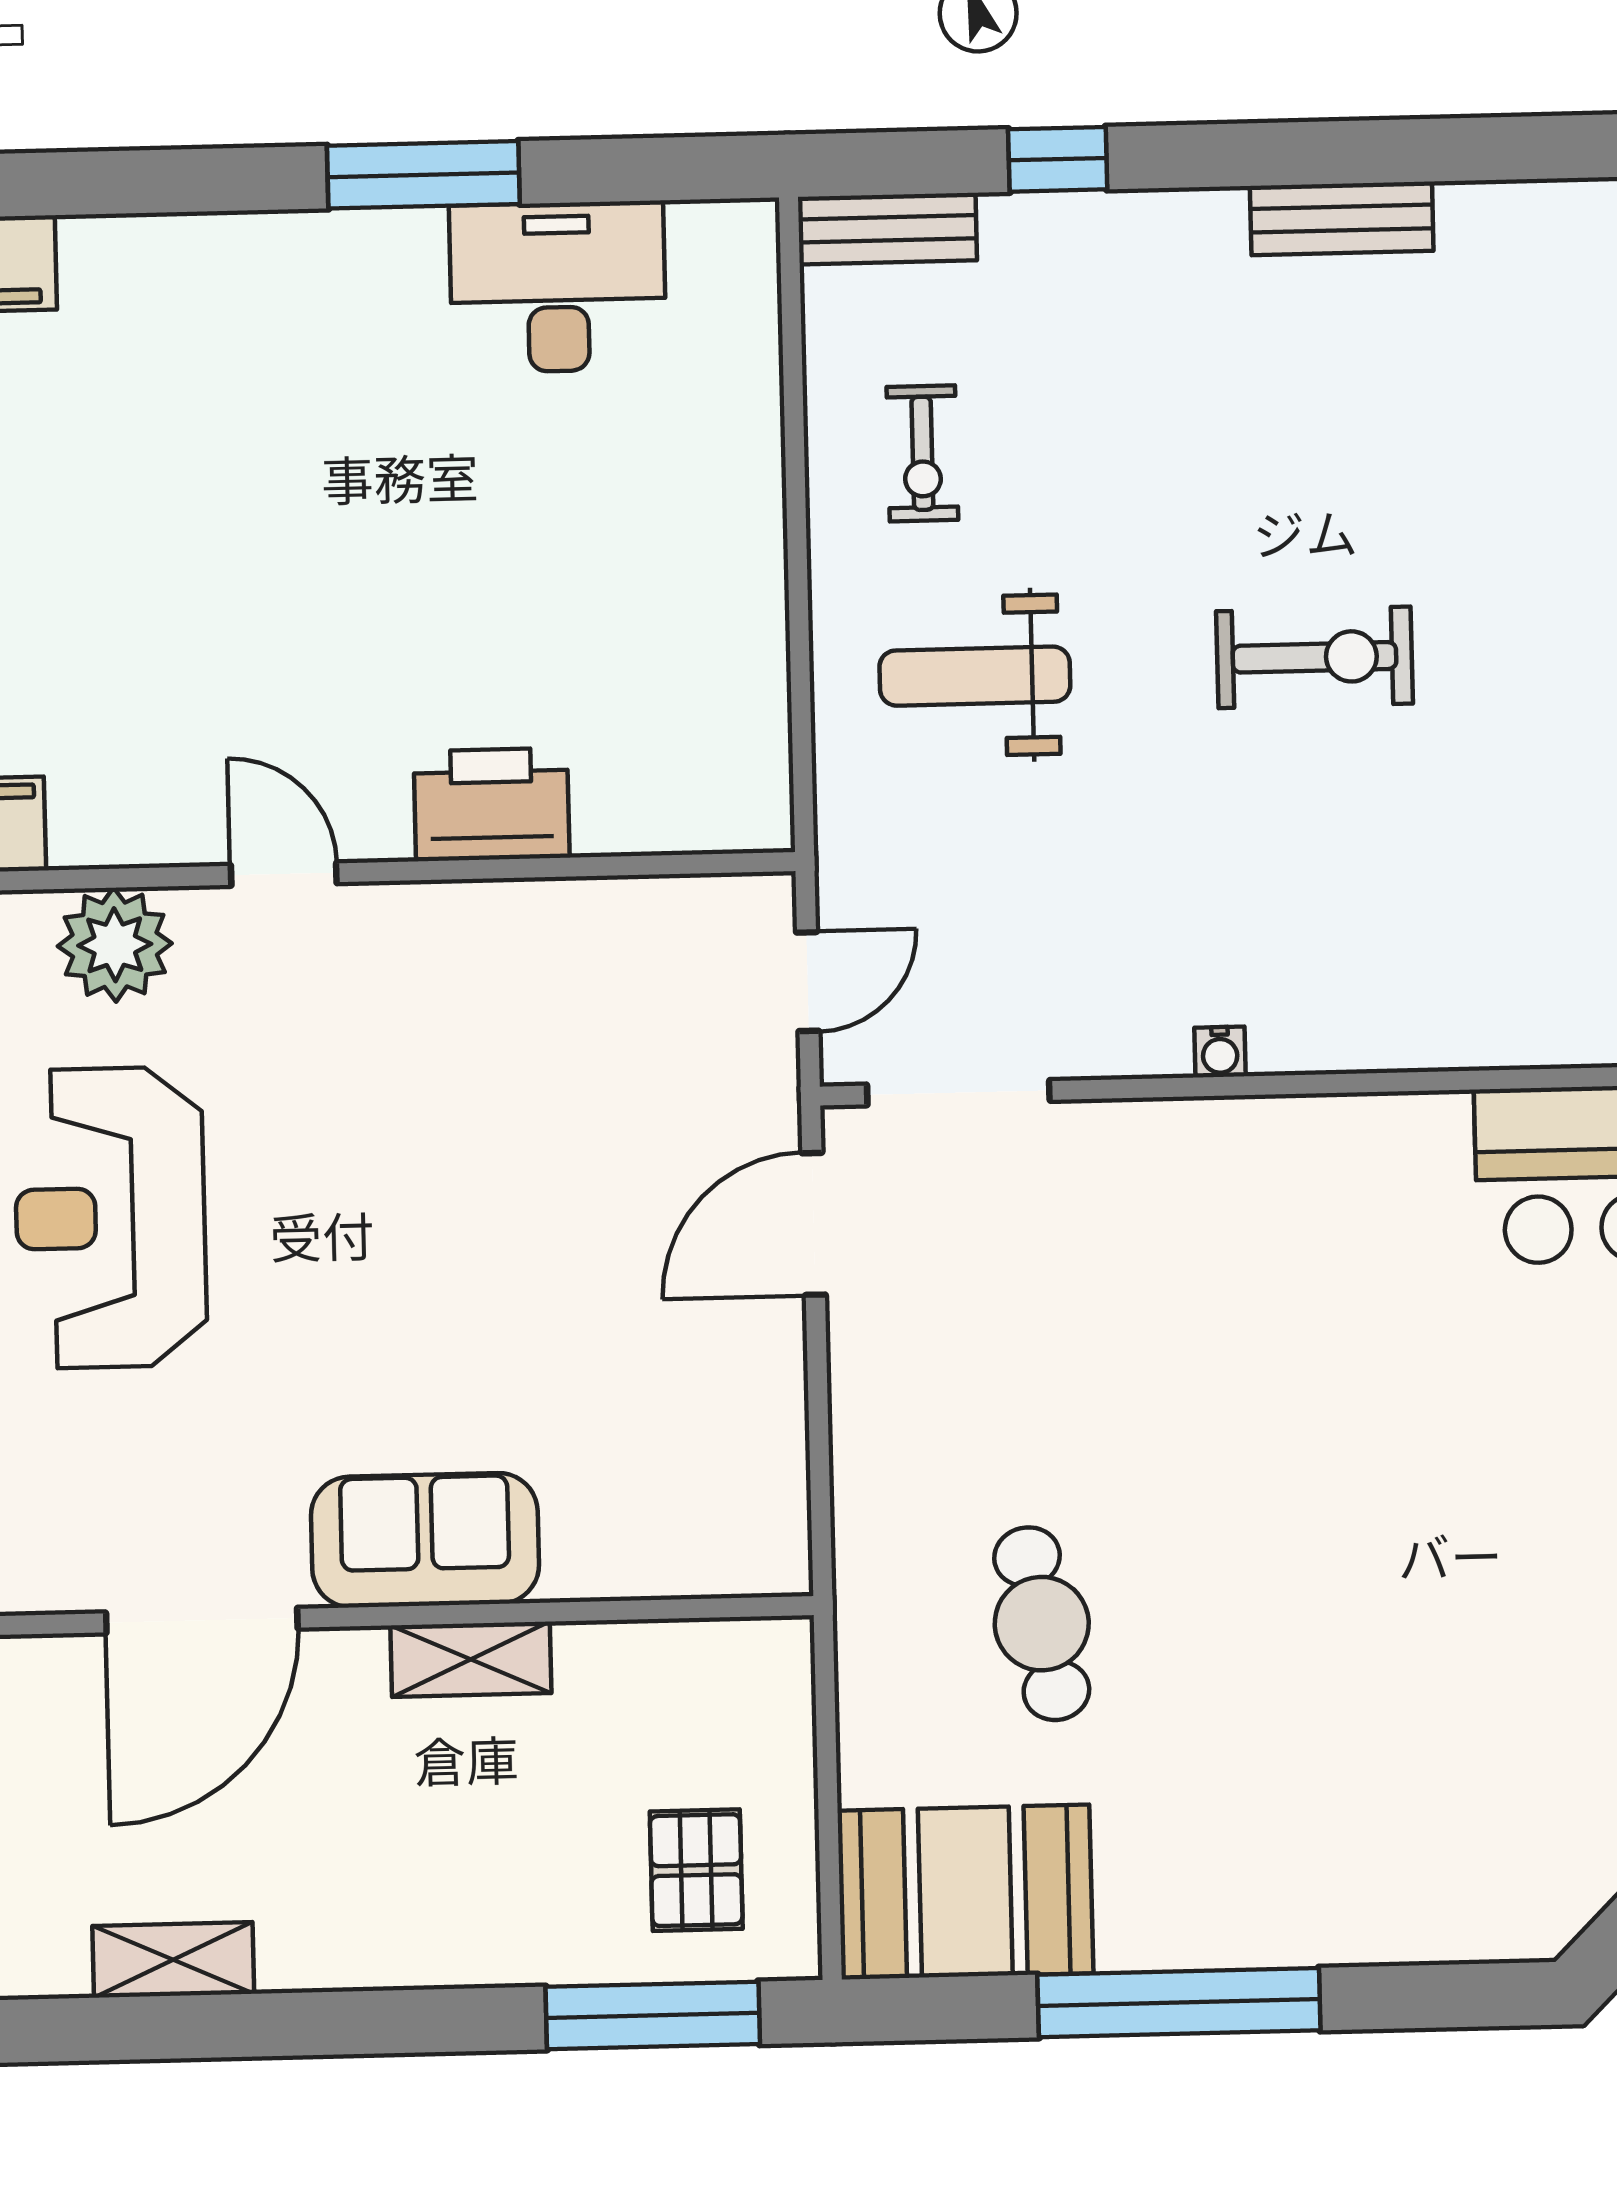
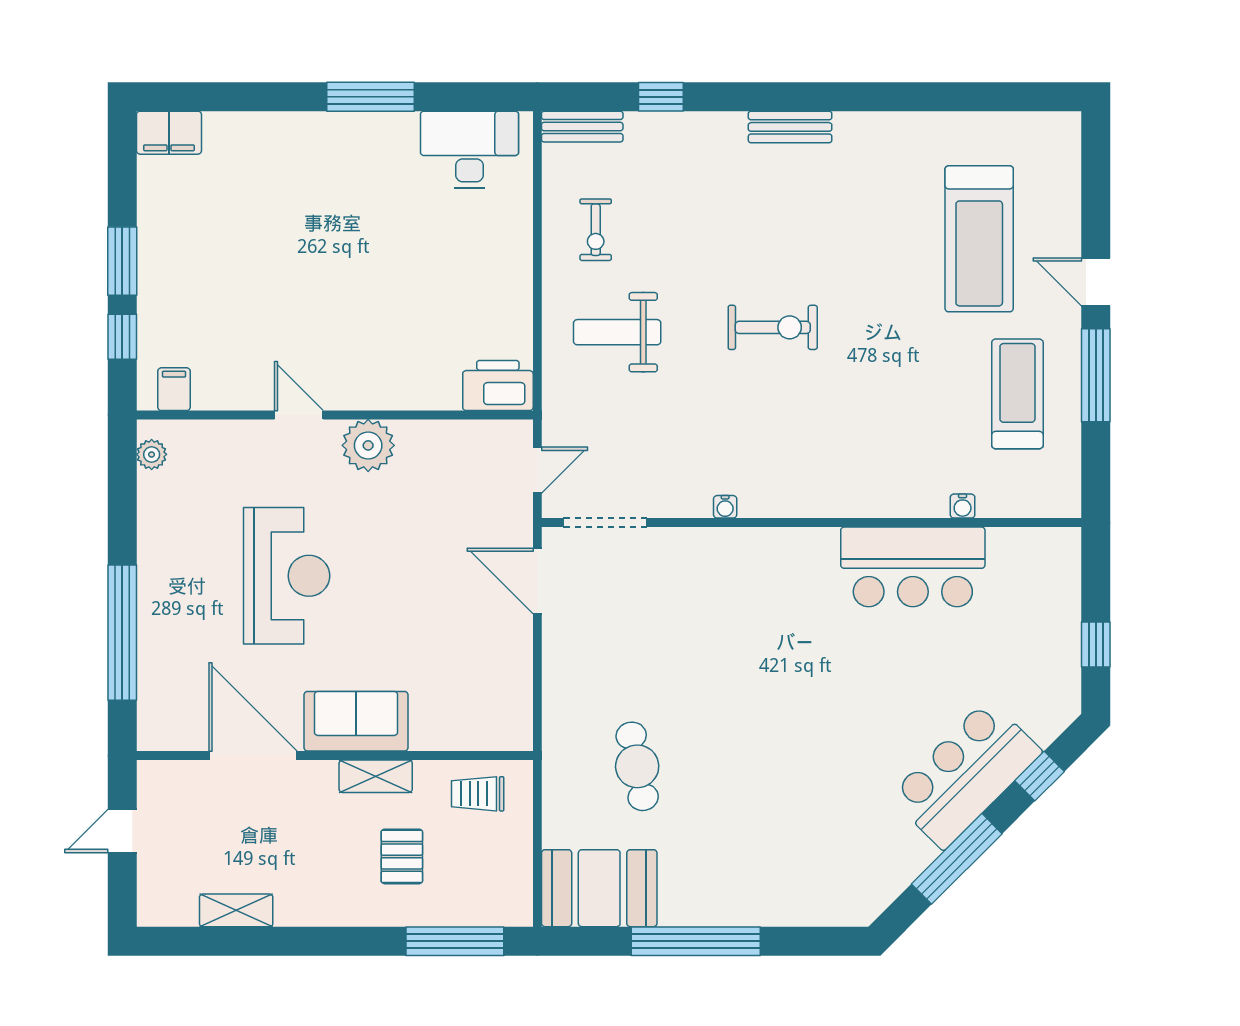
desk: (558, 287) -> (470, 150), moved
printer: (492, 804) -> (498, 385), moved
plant: (115, 945) -> (368, 445), moved
reception desk: (110, 1218) -> (287, 576), moved, turned 180
door: (814, 1224) -> (537, 581), hinge flipped
door: (202, 1621) -> (253, 756), swing flipped
trolley: (695, 1692) -> (478, 794), added
pallet: (696, 1870) -> (402, 856), moved

